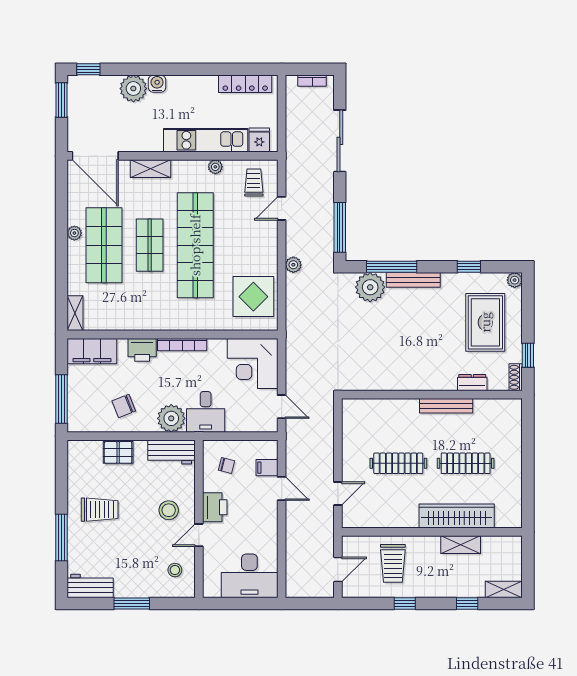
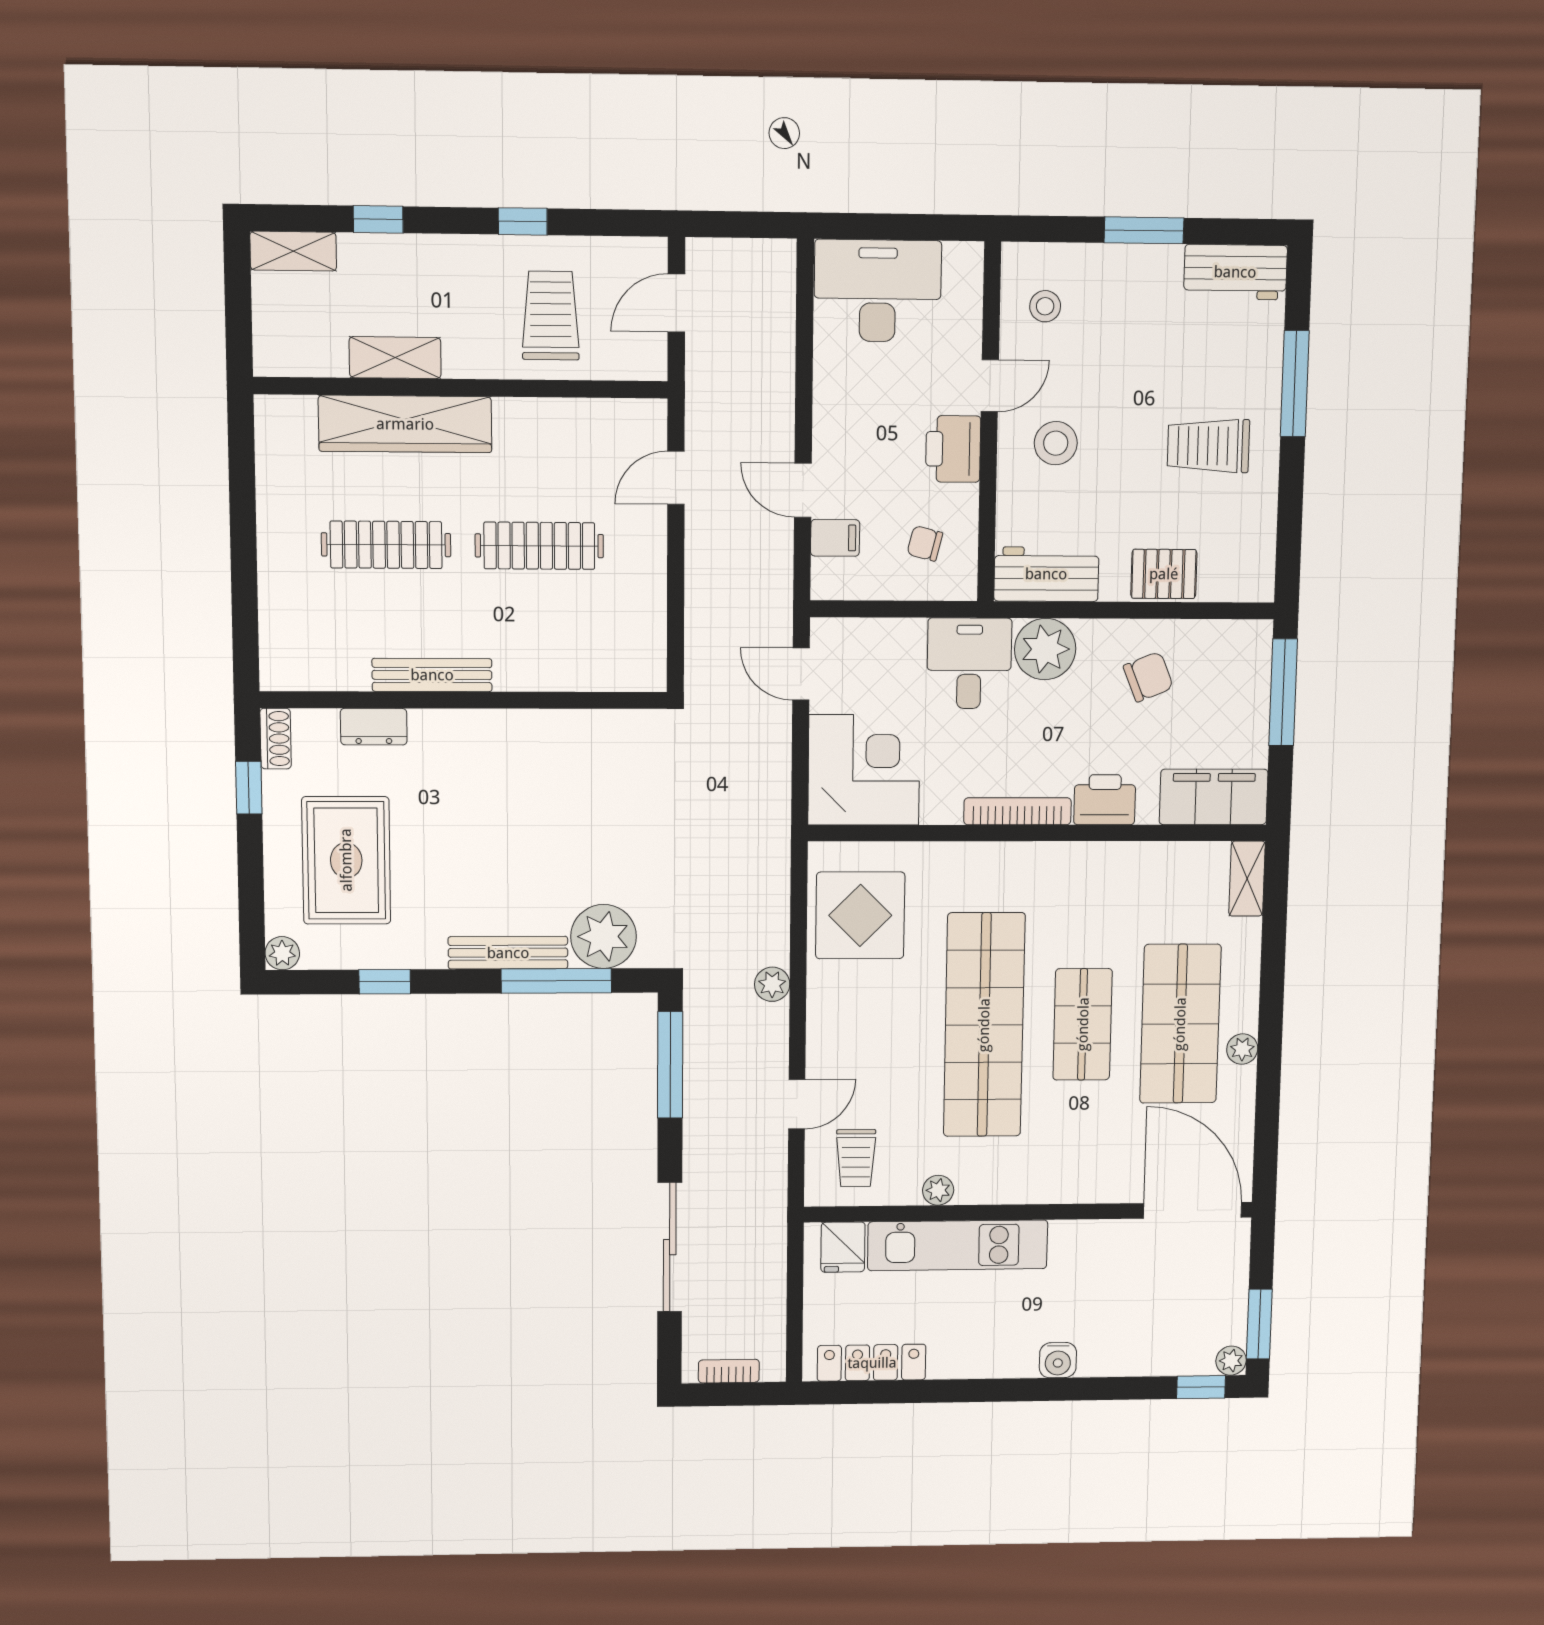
plant: (133, 89) -> (1231, 1361), moved, width x0.53, depth x0.53
shelving: (151, 169) -> (1076, 1185), removed

